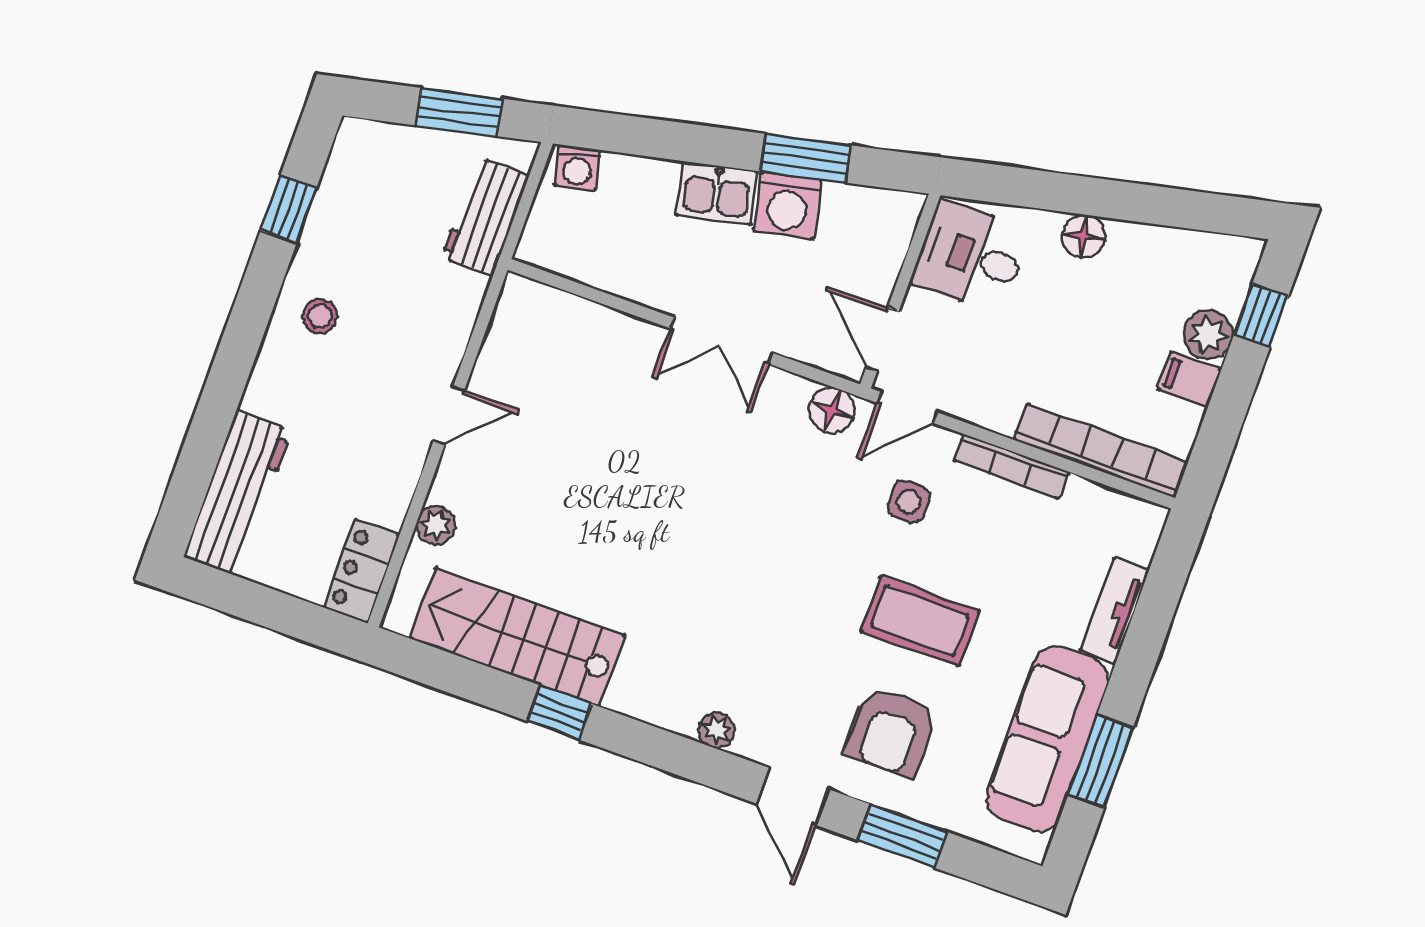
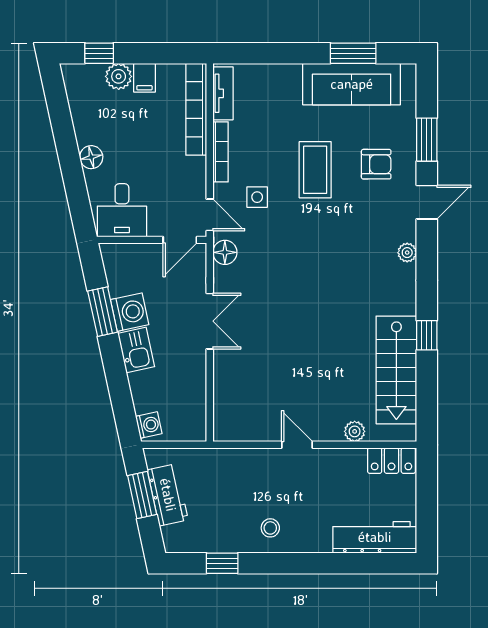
workbench: (485, 216) -> (168, 495), moved, turned -102
tv unit: (1115, 610) -> (223, 93), moved, turned -90
armchair: (891, 732) -> (376, 164), width x0.72, depth x0.72

